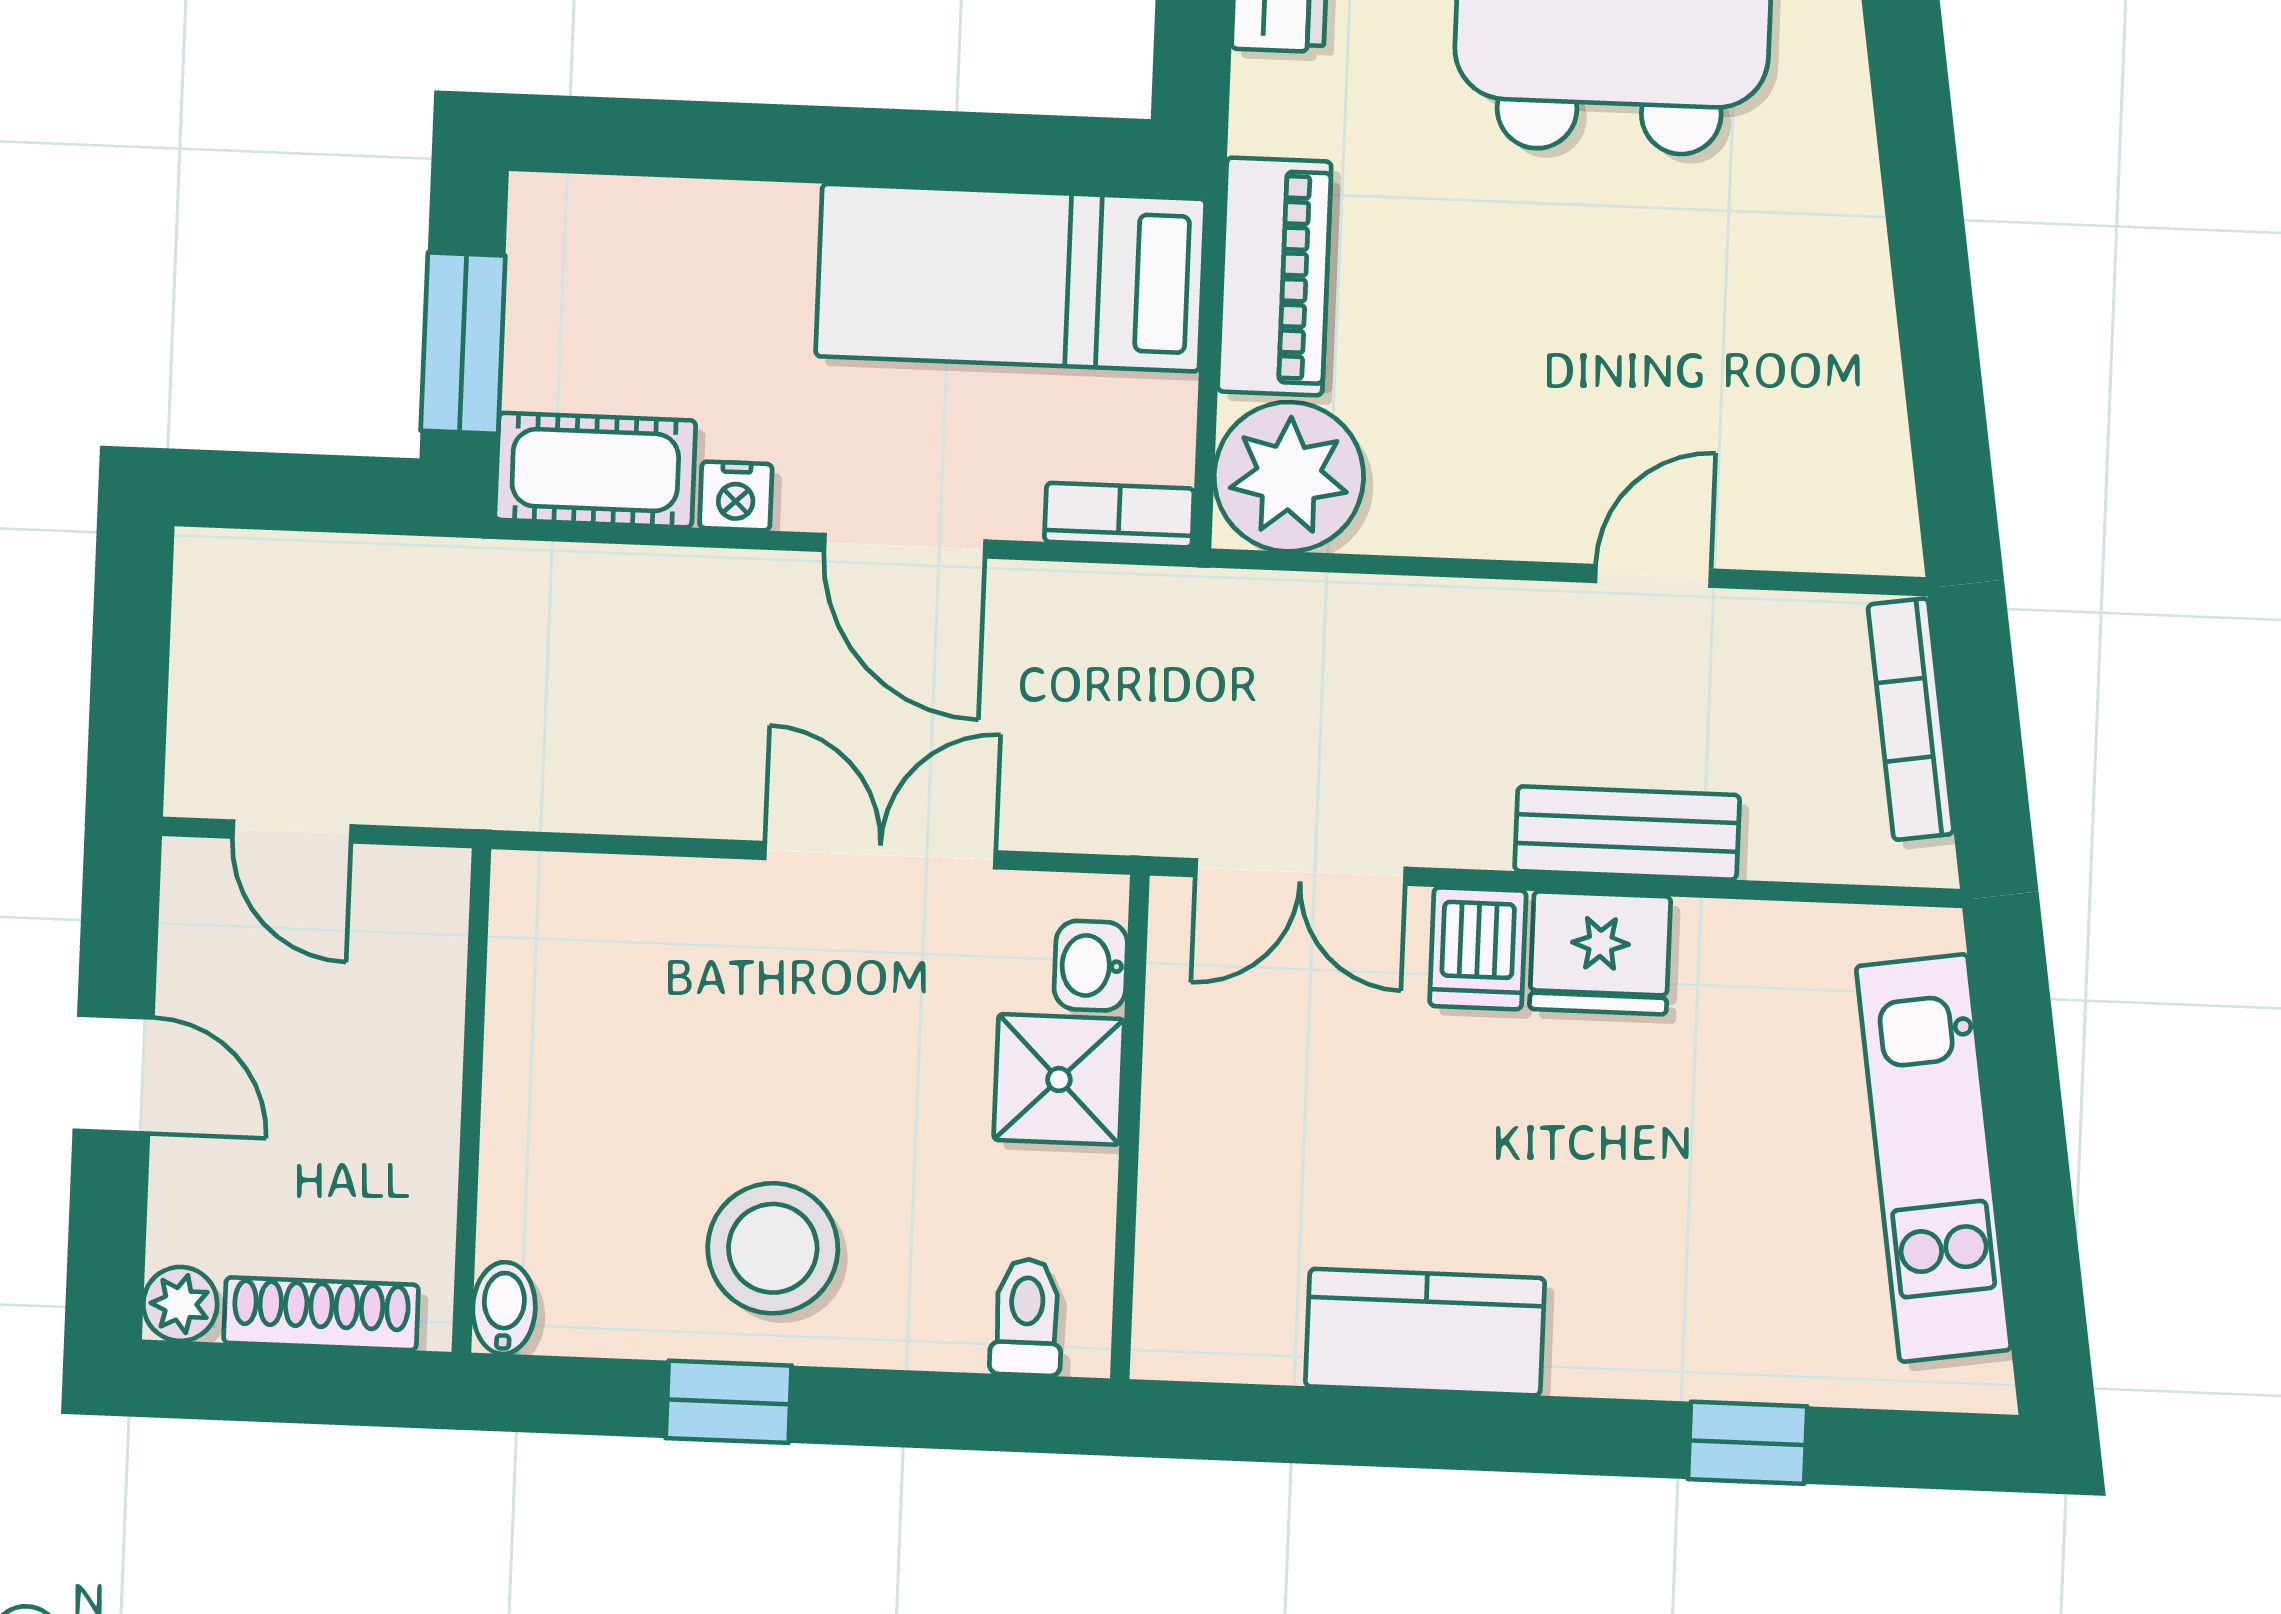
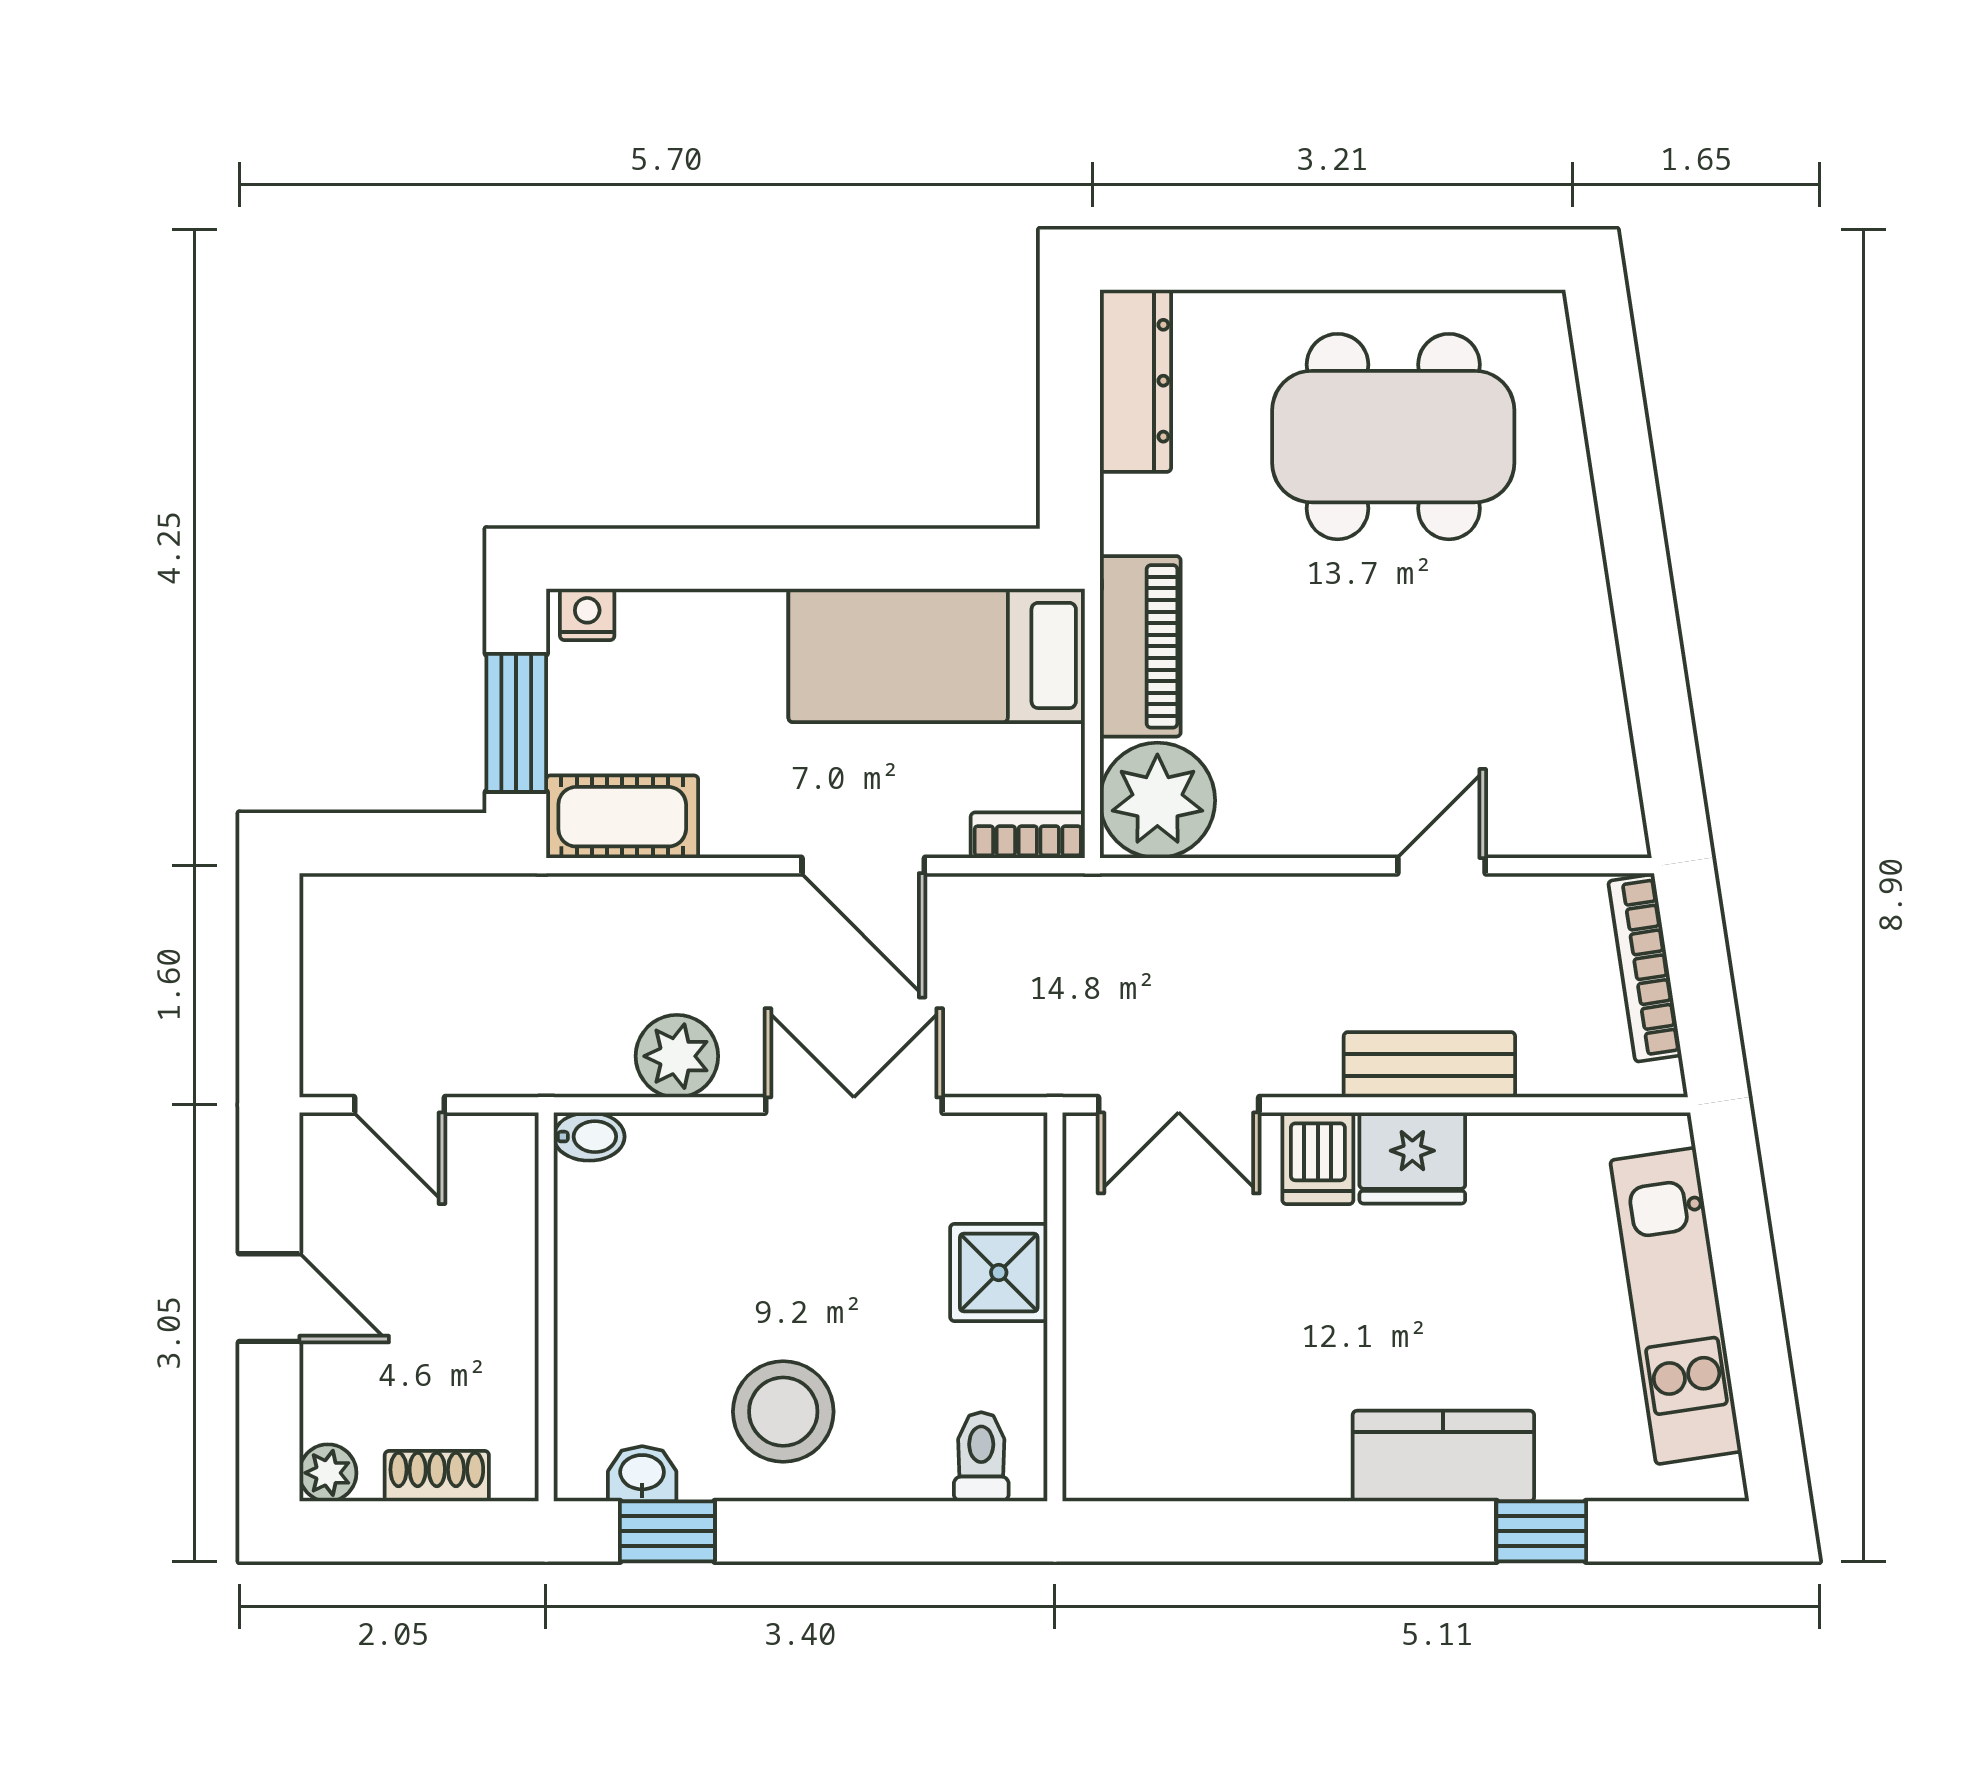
nightstand: (736, 496) -> (587, 614), moved, turned 180
plant: (654, 783) -> (677, 1056), added
washbasin: (1091, 966) -> (642, 1474), moved, turned 90
bidet: (504, 1308) -> (589, 1137), moved, turned 90
shoe rack: (321, 1314) -> (437, 1476), width x0.70
kitchen counter: (1425, 1332) -> (1443, 1456), moved
window: (729, 1402) -> (667, 1531), moved

